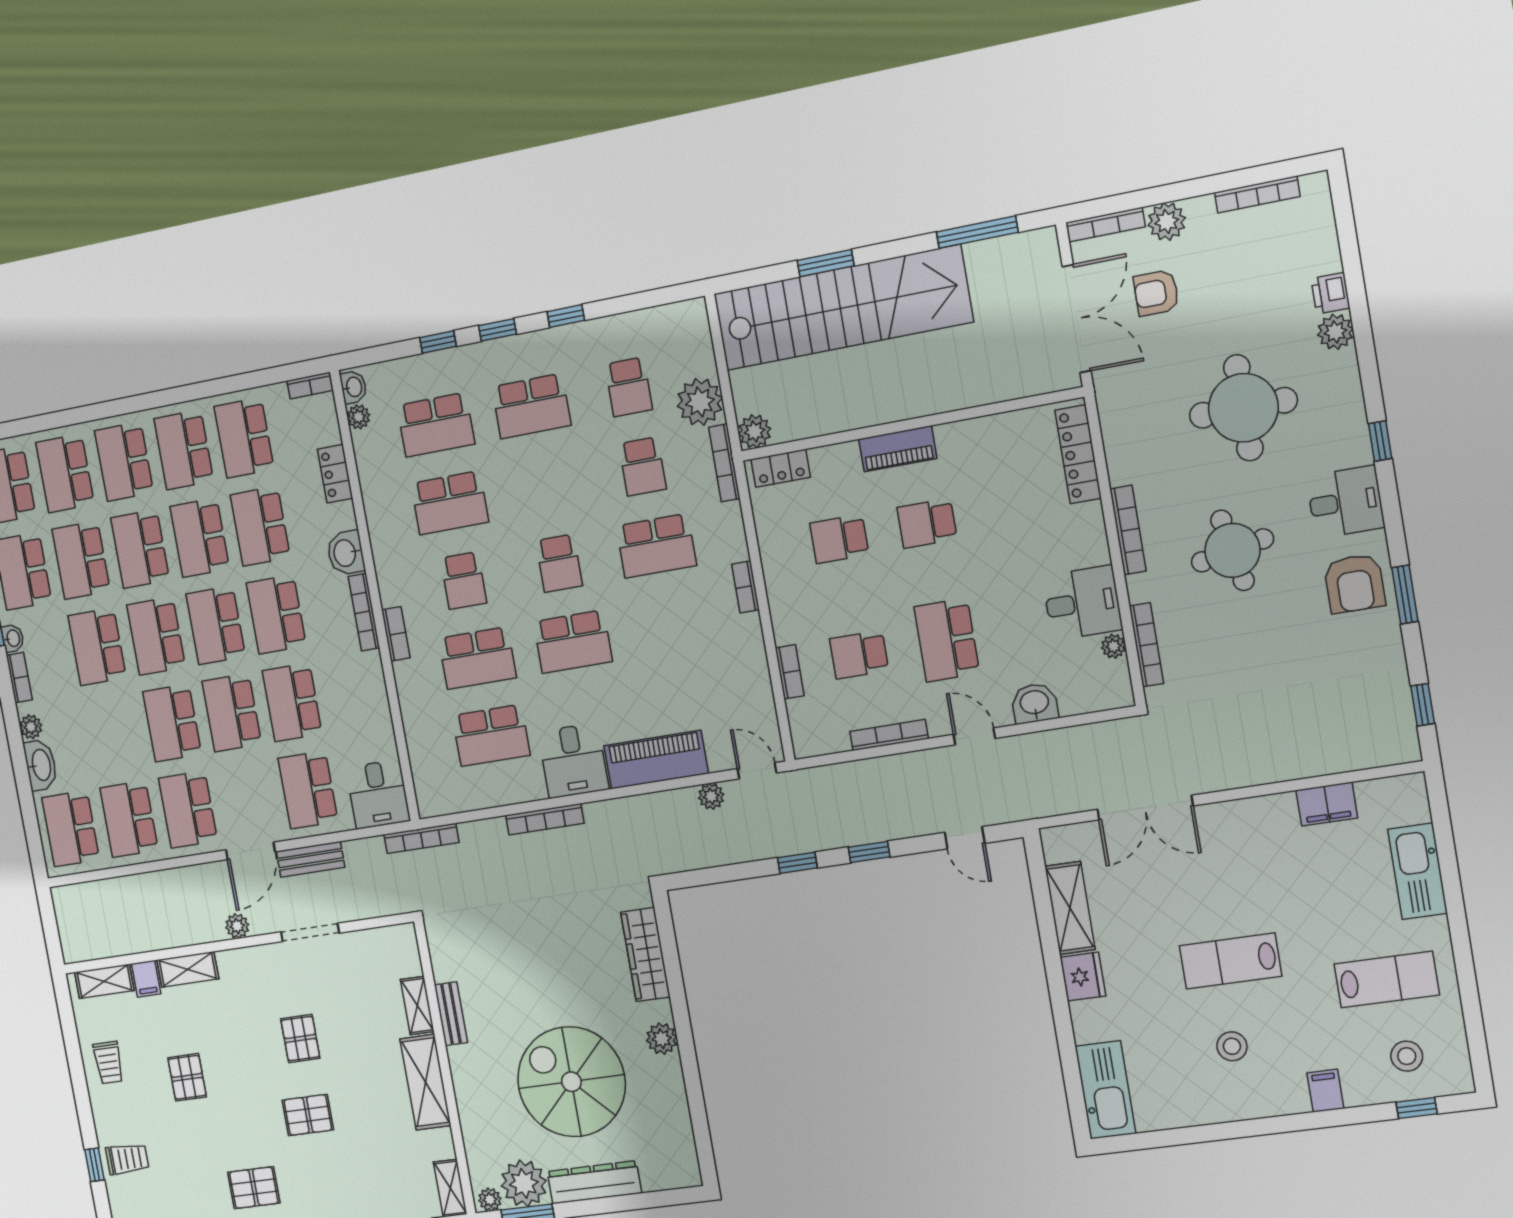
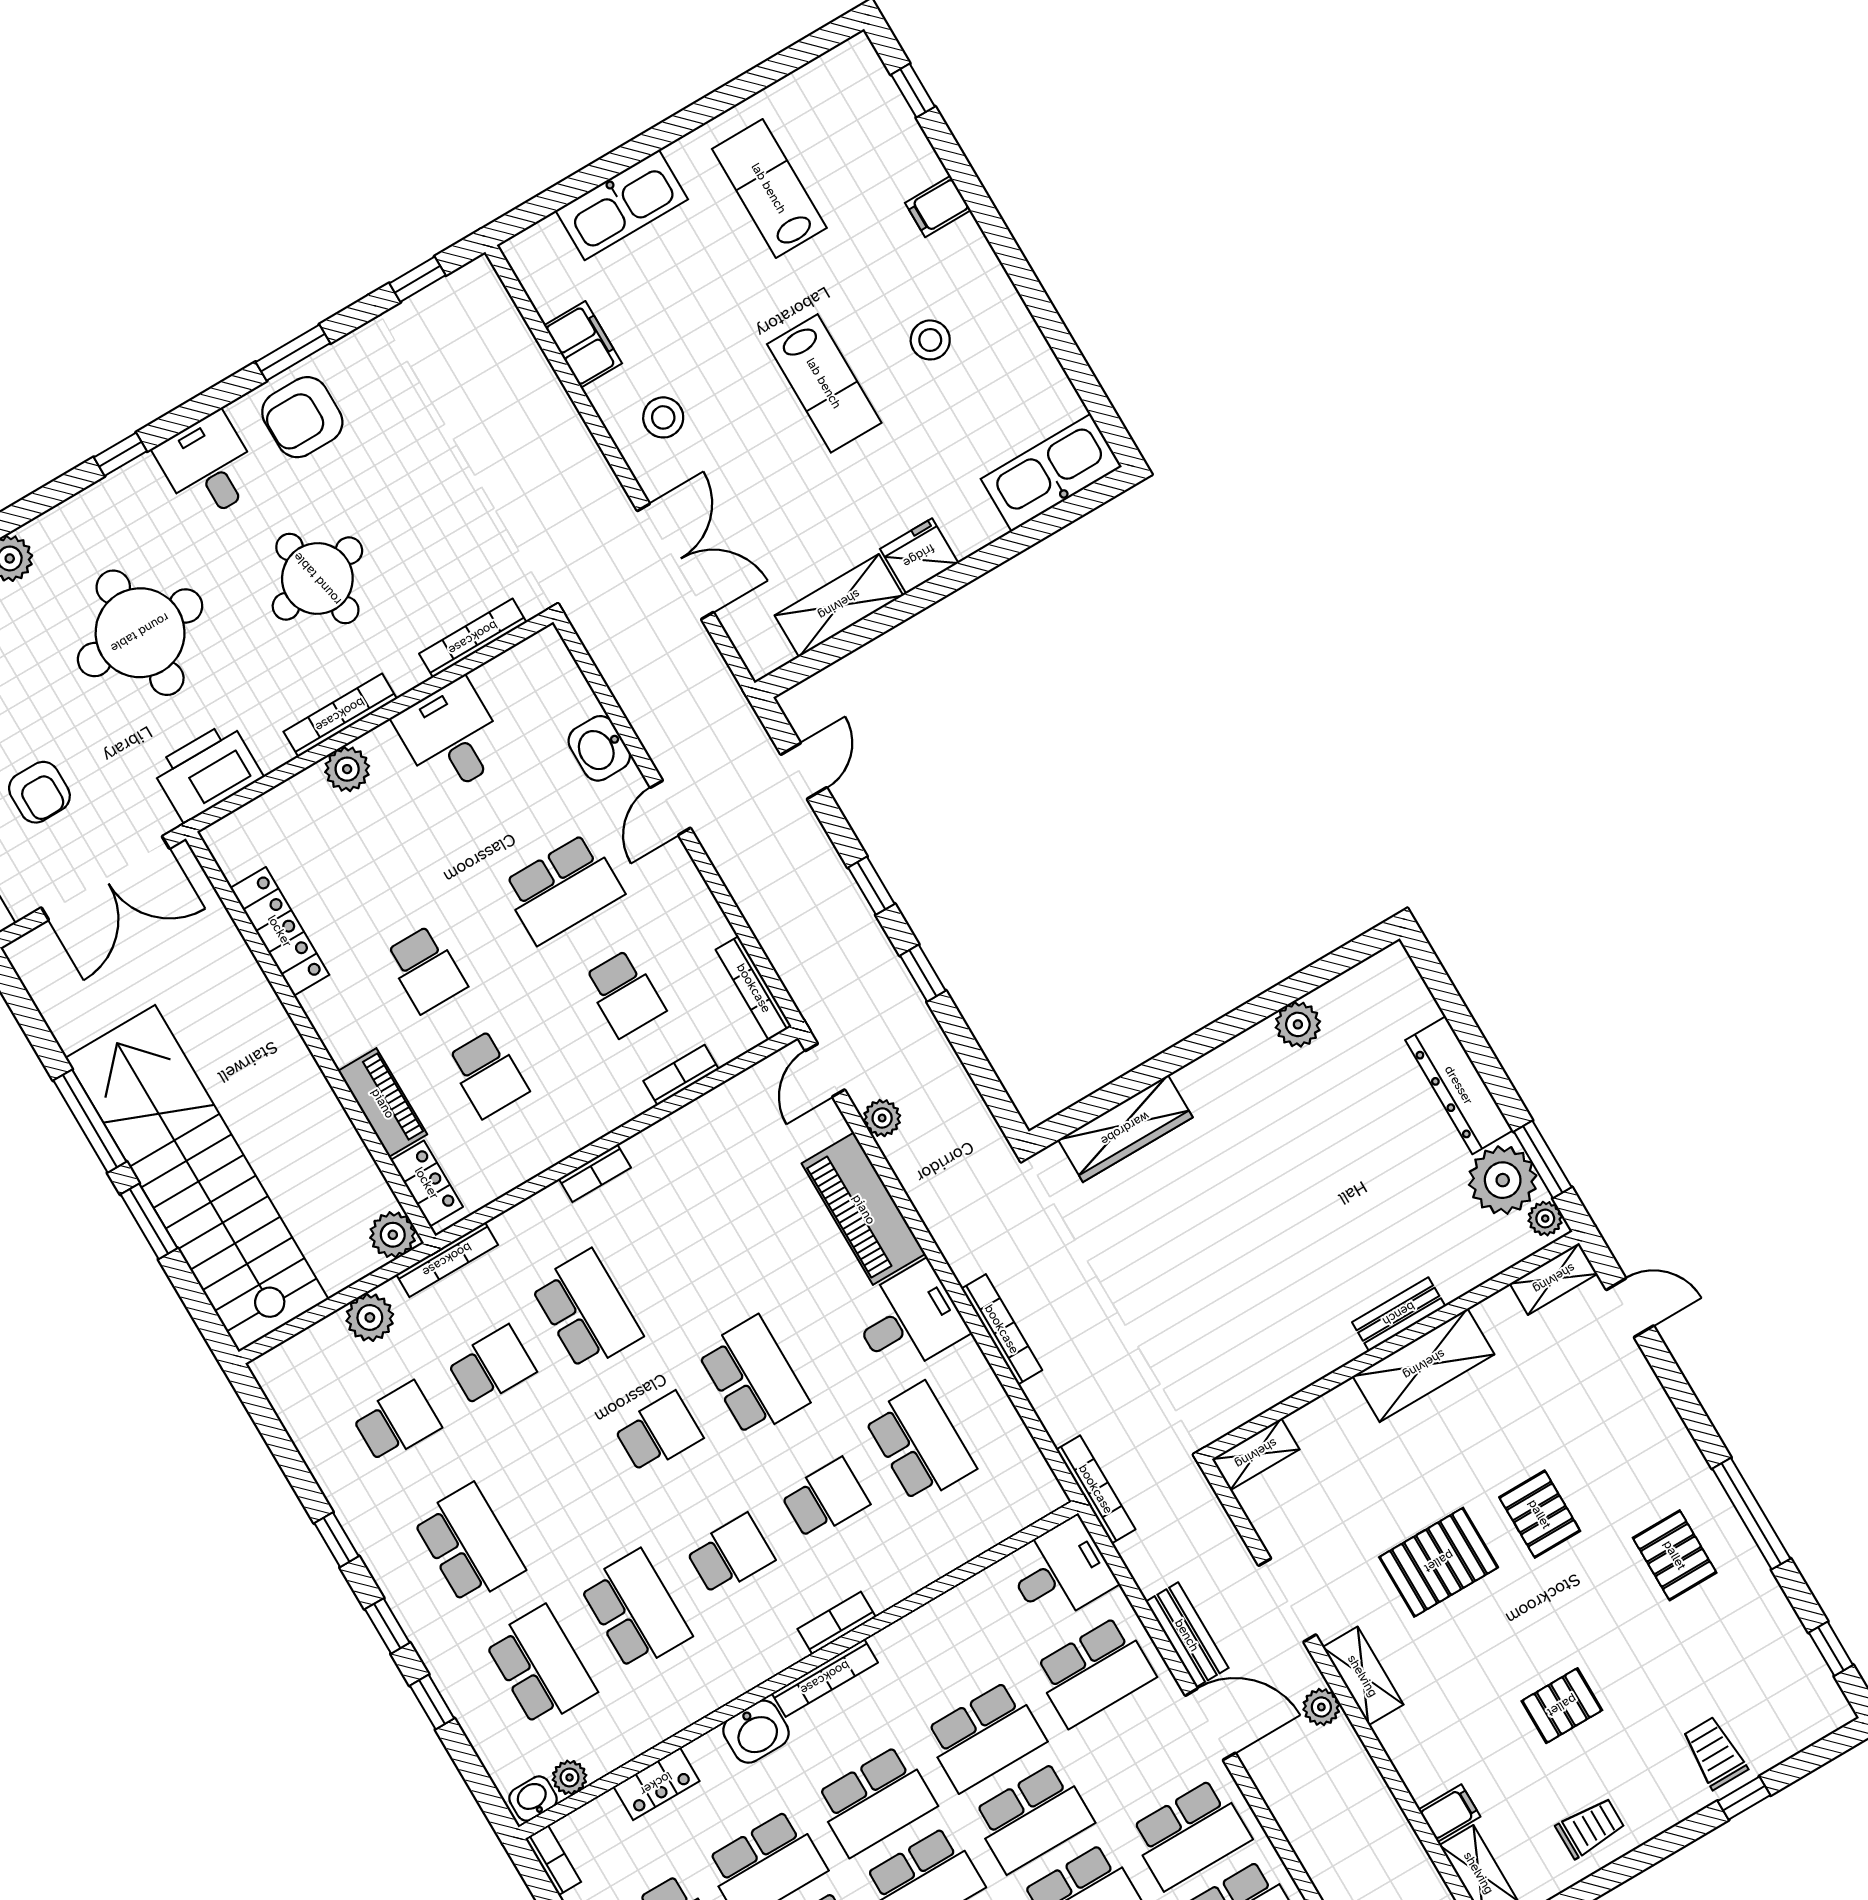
window: (977, 232) -> (90, 1121), moved
double door: (1077, 319) -> (105, 878), swing flipped
plant: (700, 402) -> (370, 1317), width x0.73, depth x0.73
printer: (1124, 420) -> (207, 772), added
piano: (898, 449) -> (383, 1103), moved
locker: (1078, 454) -> (280, 931), moved, turned -90
armchair: (1354, 583) -> (302, 417), turned 180
plant: (1114, 646) -> (347, 769), moved, width x1.38, depth x1.38
school desk: (477, 658) -> (825, 1499), width x0.54
bookcase: (889, 735) -> (754, 988), moved
shelving: (188, 969) -> (1363, 1676), moved
shelving: (417, 1006) -> (1256, 1454), moved
bench: (451, 1014) -> (1399, 1314), moved
pallet: (300, 1038) -> (1439, 1562), width x1.50, depth x1.42
plant: (662, 1039) -> (1298, 1024), moved
stool: (1407, 1056) -> (663, 417), moved
spiral stairs: (571, 1082) -> (1337, 1166), removed

